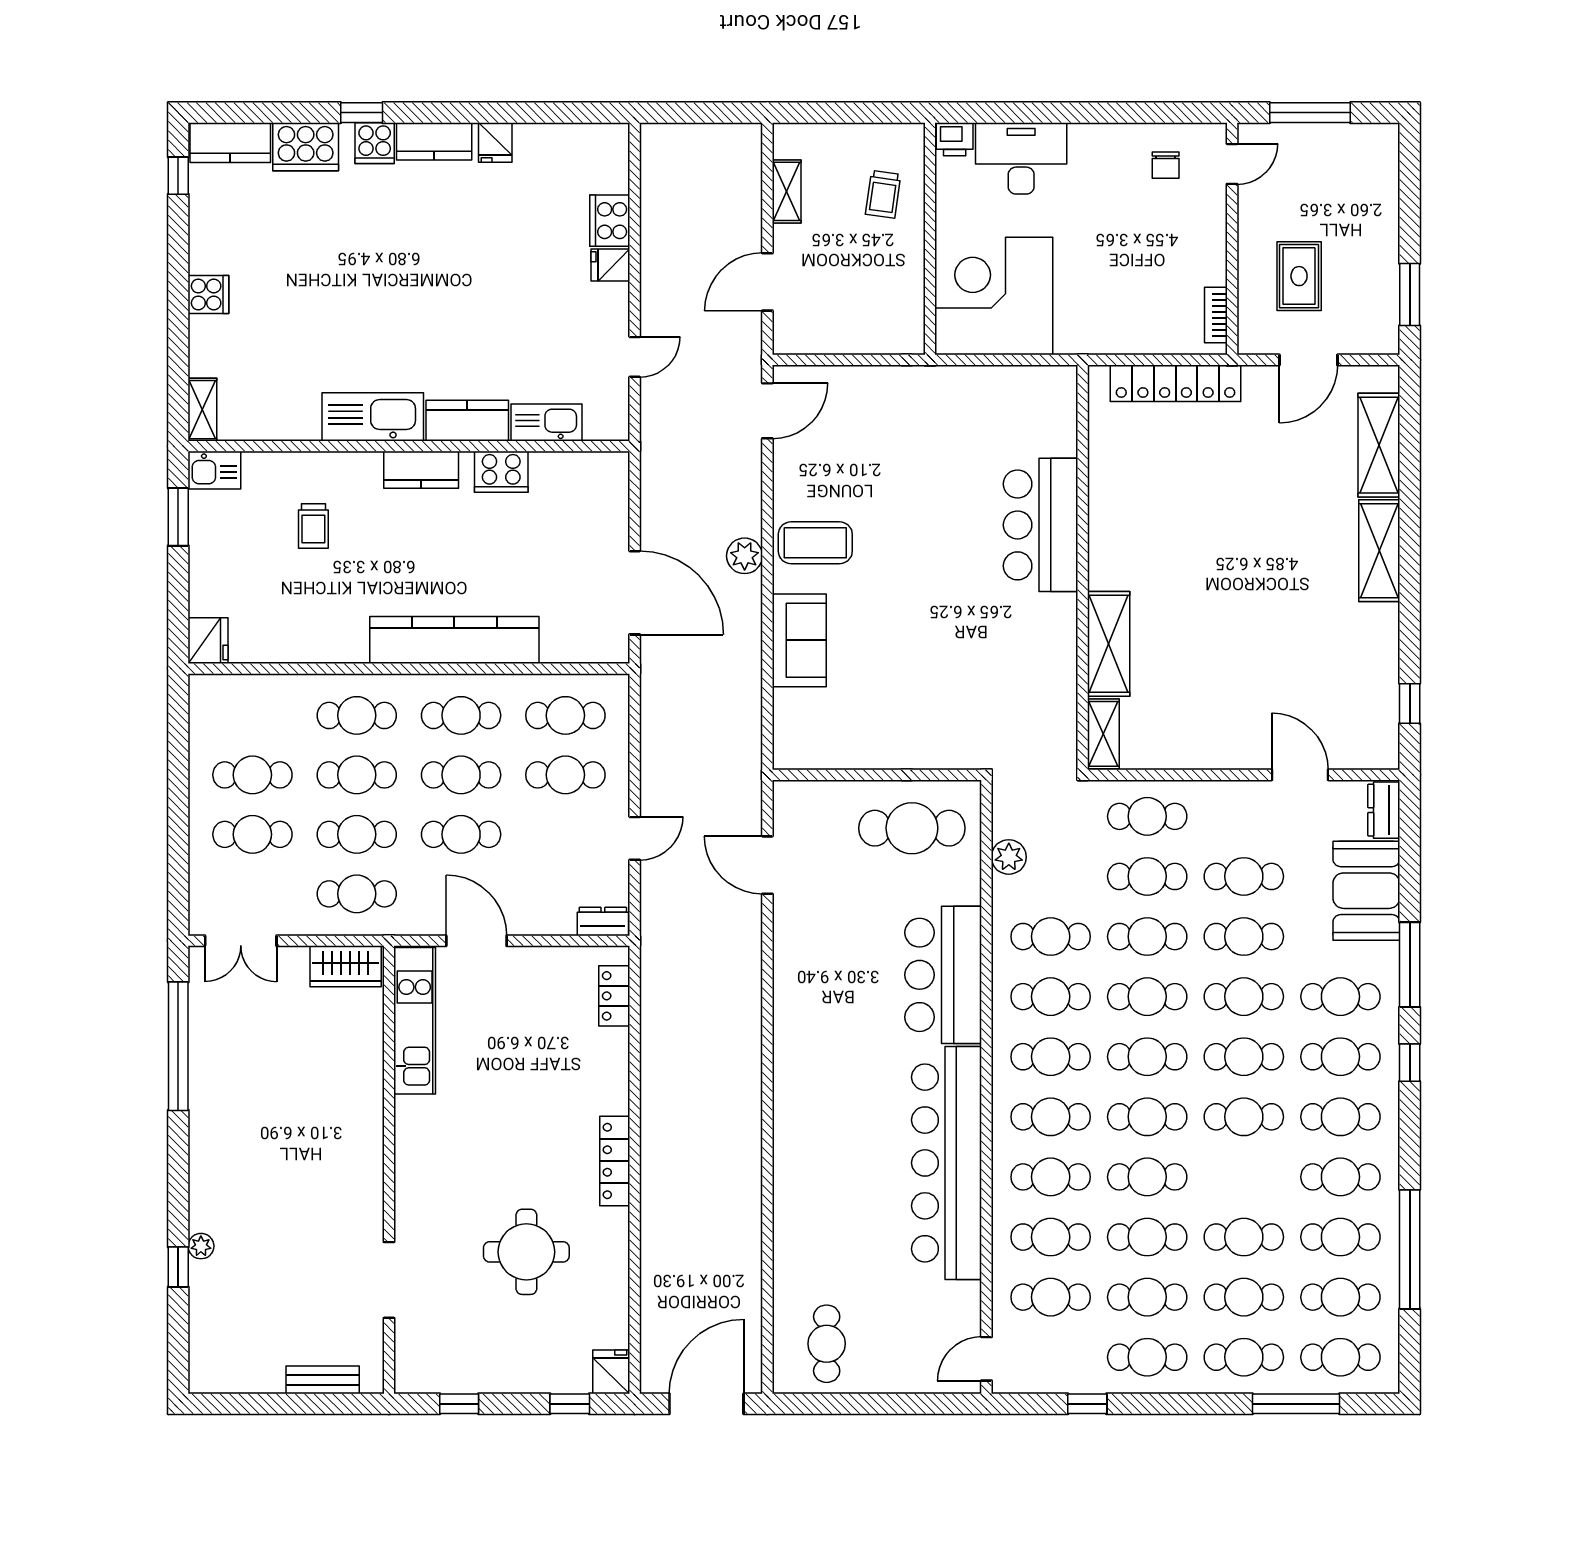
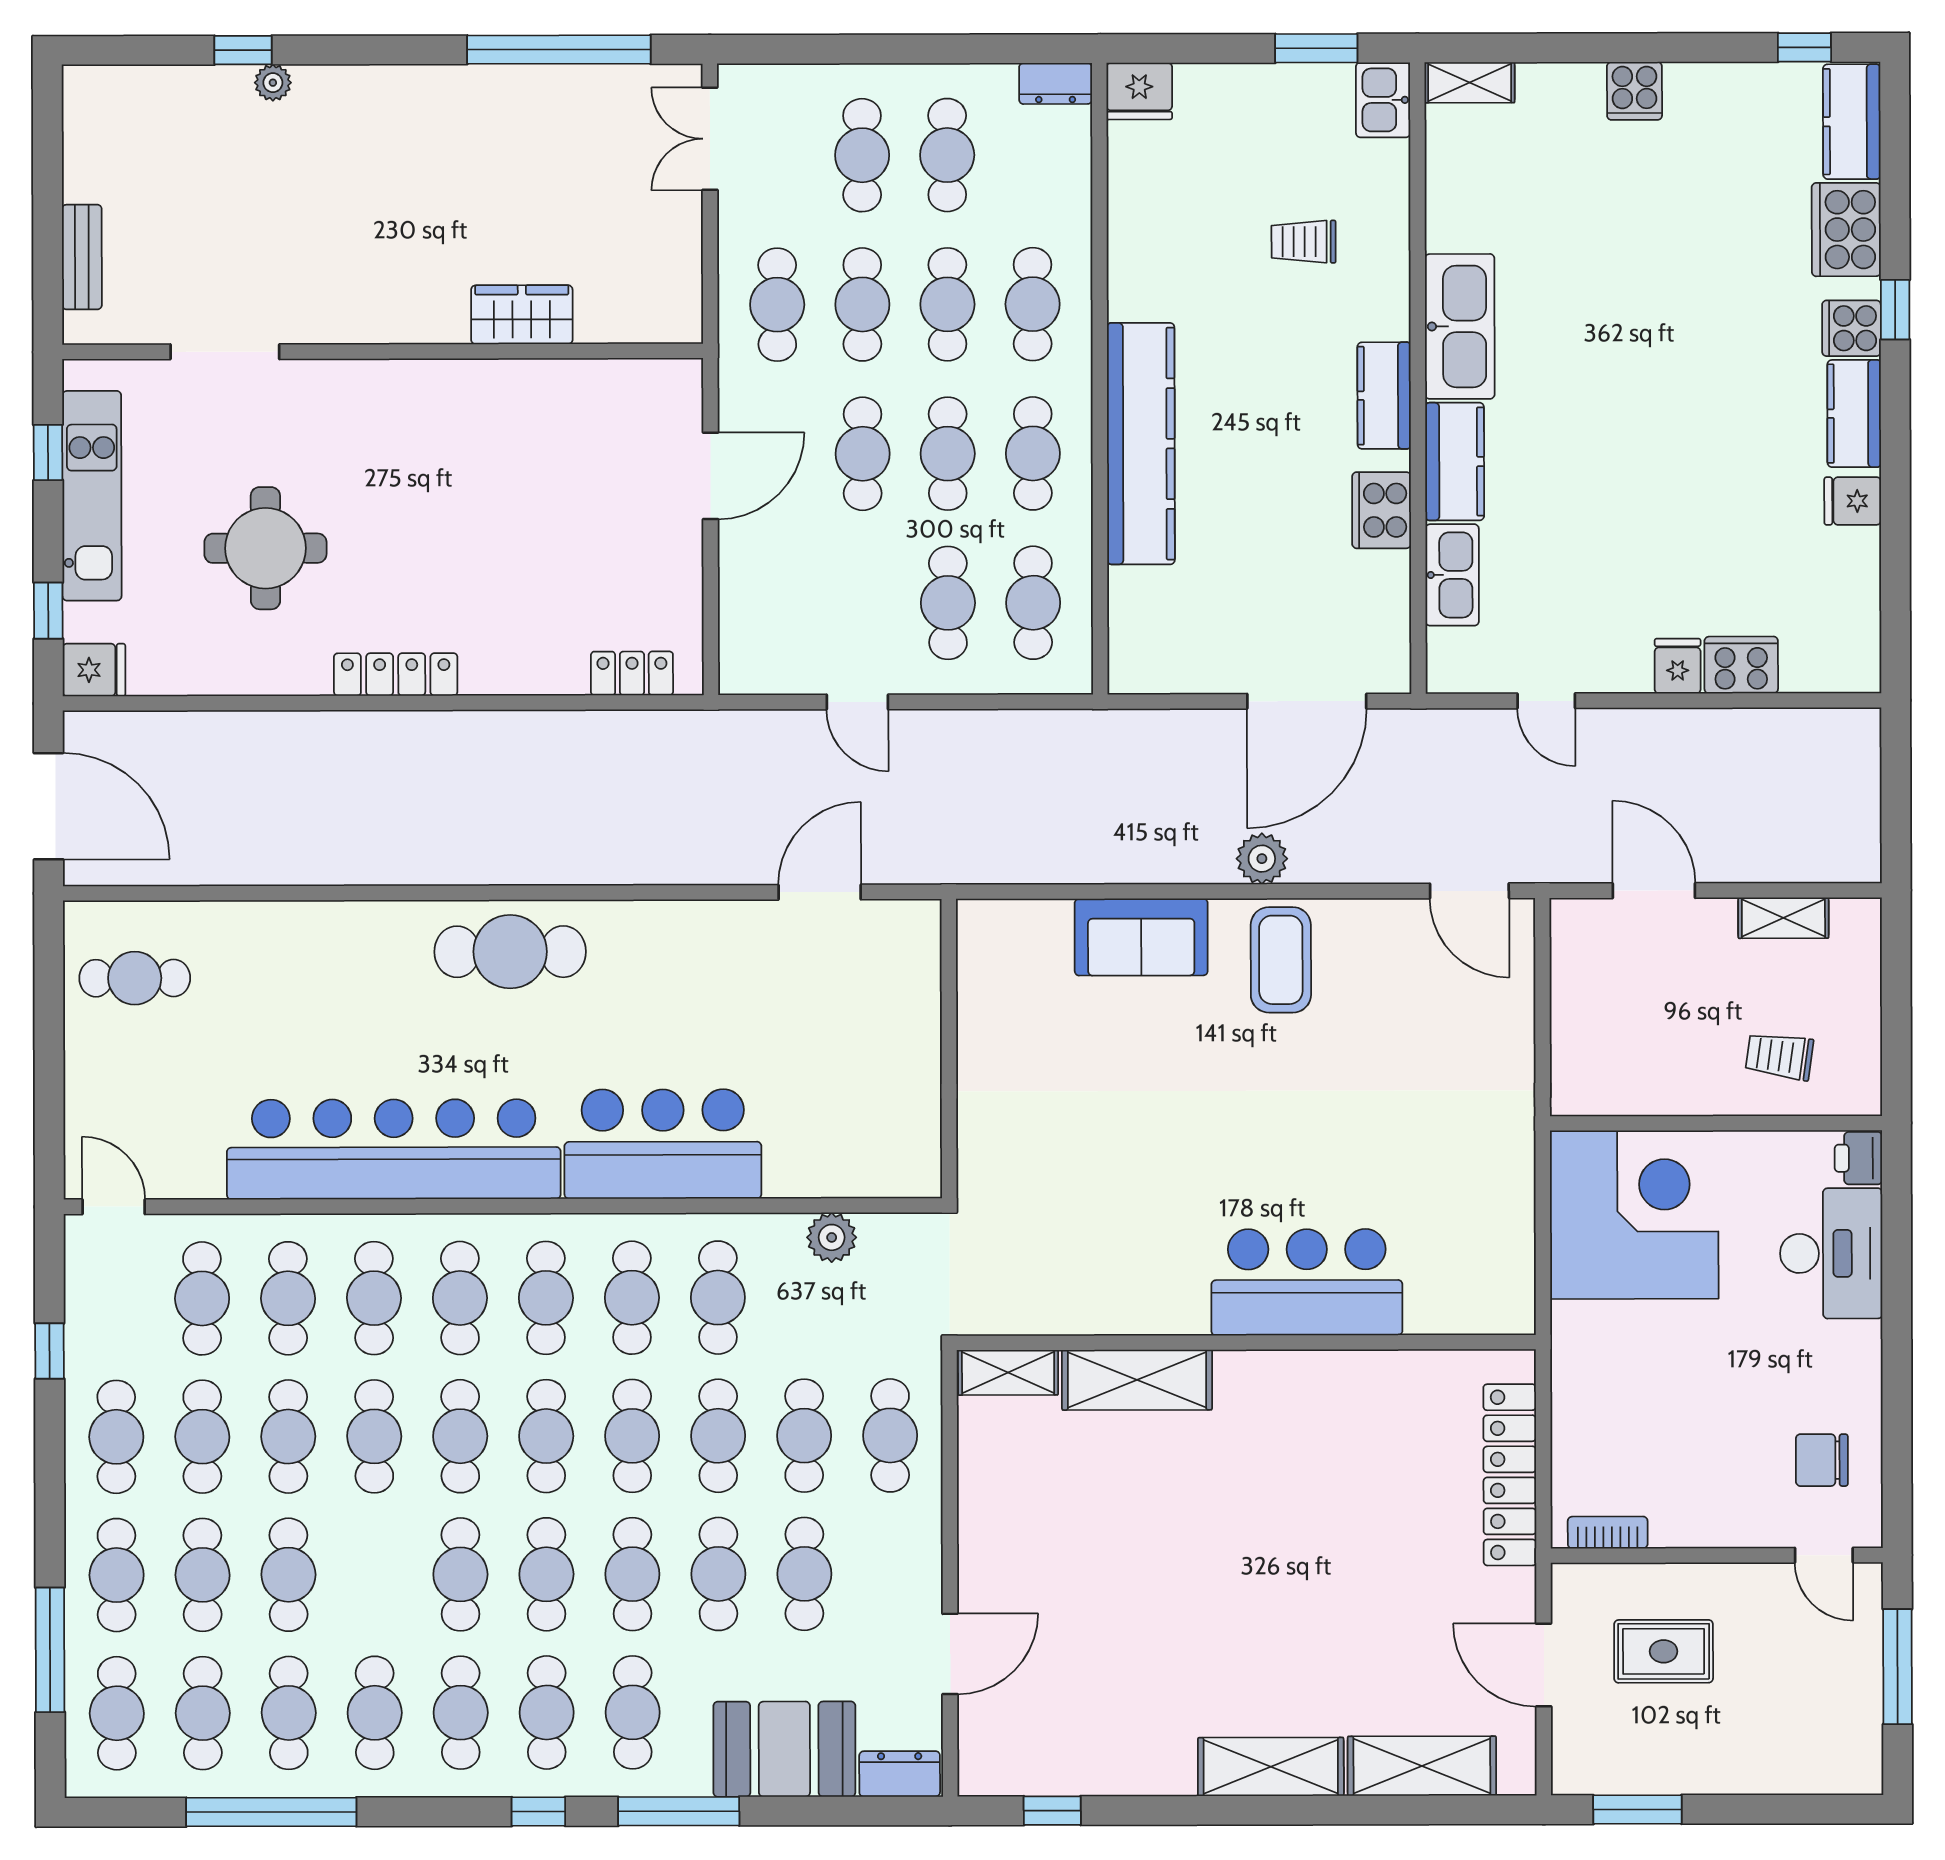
chair: (1166, 165) -> (1822, 1460), width x1.37, depth x1.37
door: (635, 593) -> (1307, 701), moved
cafe table: (912, 828) -> (510, 952), moved, turned 90
dresser: (603, 921) -> (1056, 84), moved, turned 90
wardrobe: (346, 966) -> (522, 315), moved, turned 90
kitchen unit: (415, 1021) -> (92, 496), moved, turned -90

